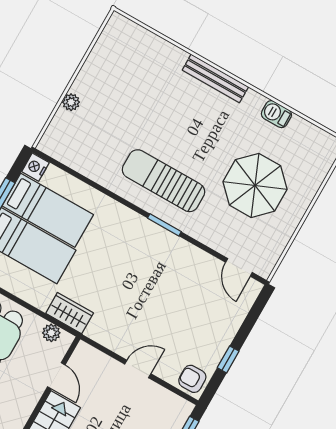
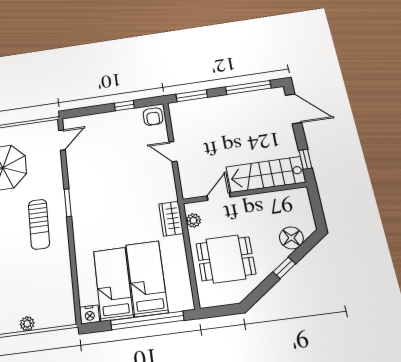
sun lounger: (164, 181) -> (39, 224), width x0.73, depth x0.75

